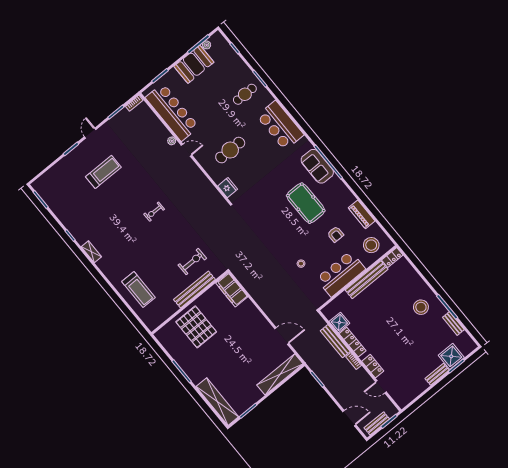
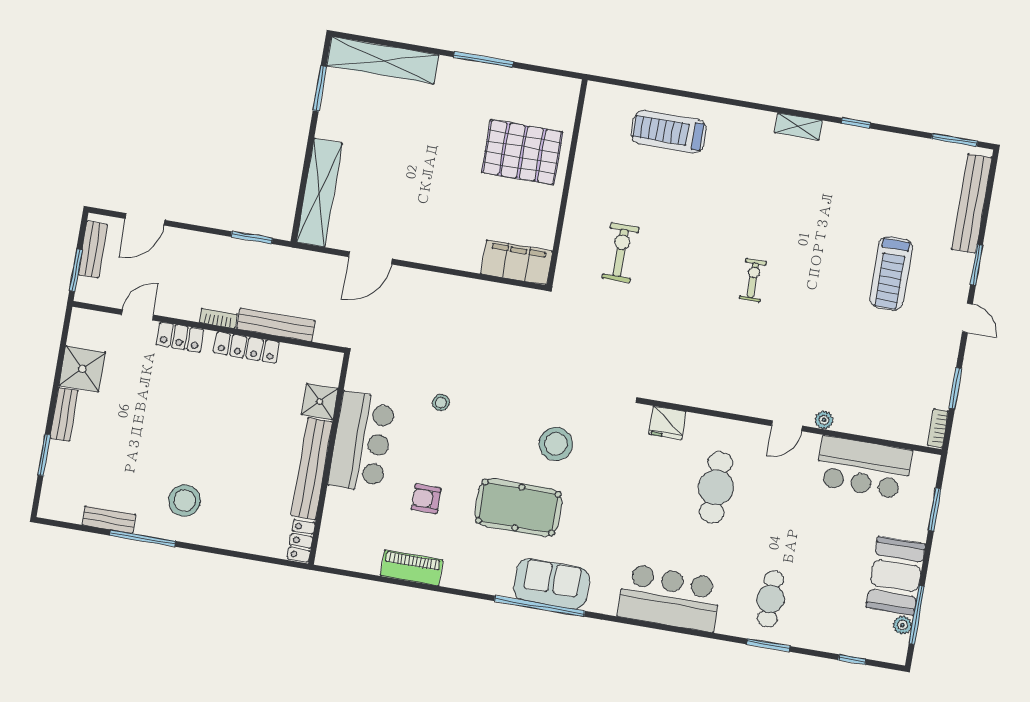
bar counter: (172, 112) -> (864, 467), width x0.73
stool: (371, 245) -> (556, 444), moved
exercise bike: (192, 262) -> (621, 253), turned 180
bench: (194, 289) -> (972, 203), moved
shower: (339, 322) -> (320, 402), moved
shower: (451, 356) -> (82, 369), moved

